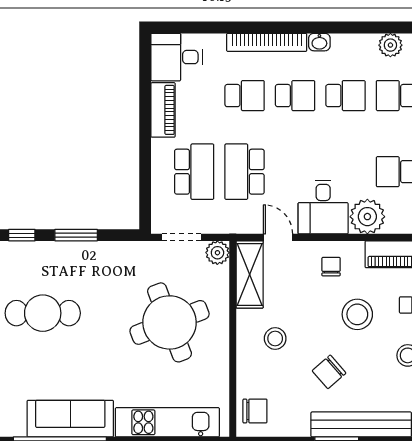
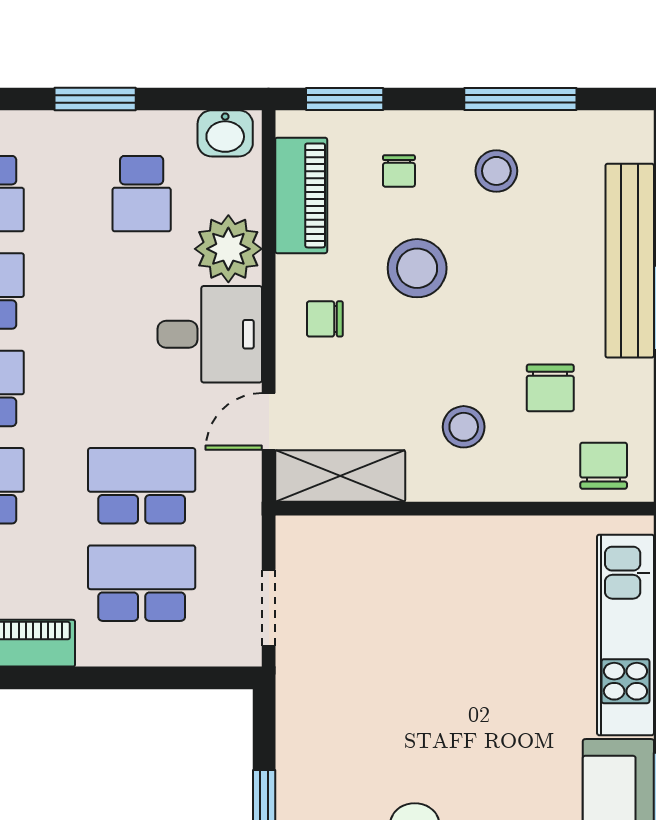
school desk: (245, 172) -> (142, 486), turned 180
plant: (217, 253) -> (298, 538), removed
round table: (170, 322) -> (433, 631), removed
chair: (329, 372) -> (550, 388), moved, turned 41

